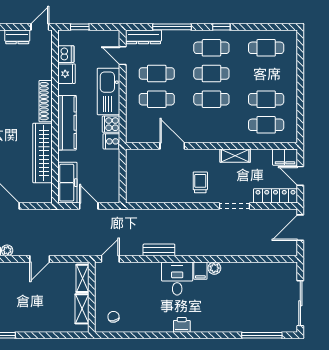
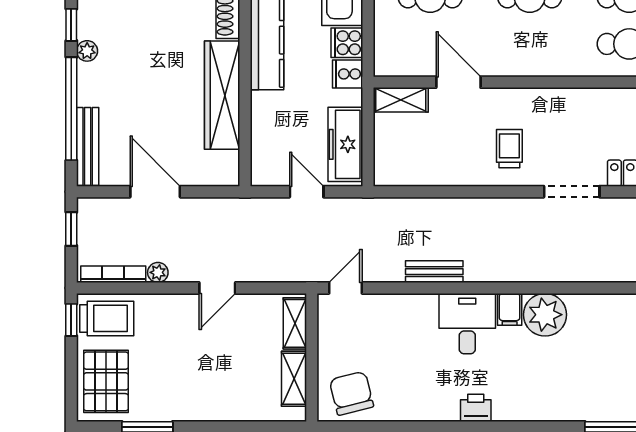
shelving: (235, 156) -> (401, 100), moved
freezer: (67, 183) -> (345, 144), moved, turned 180
plant: (214, 268) -> (545, 315), width x1.87, depth x1.87
chair: (113, 317) -> (351, 393), width x1.87, depth x1.87

